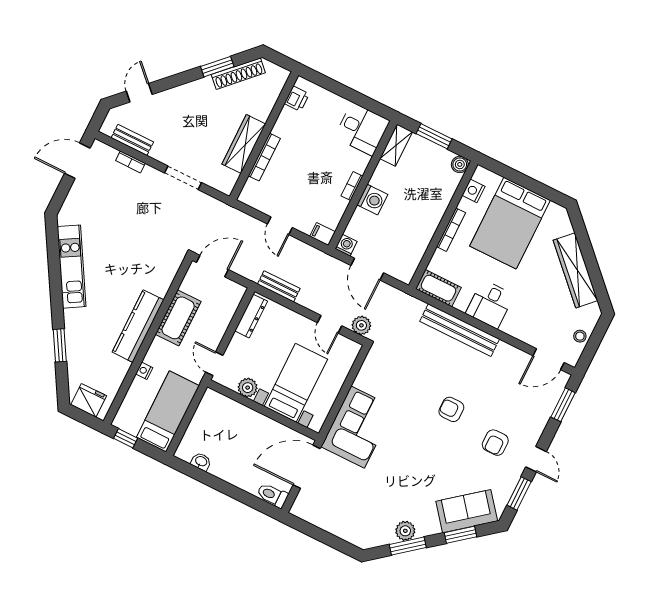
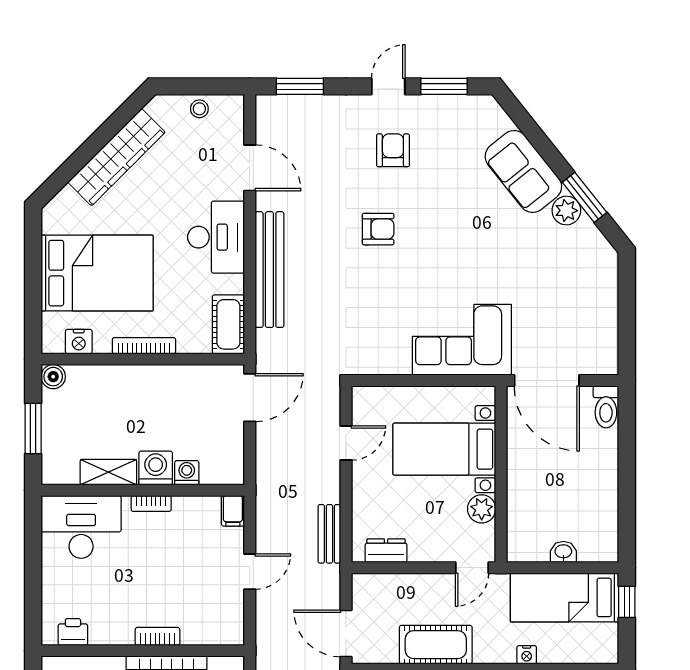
desk: (362, 129) -> (81, 527), width x1.37
shelving: (396, 145) -> (108, 472), moved
bookcase: (264, 157) -> (158, 636), width x0.64
washing machine: (346, 245) -> (187, 473), moved, turned 90
door: (367, 269) -> (250, 398), moved
desk: (490, 304) -> (216, 237), width x1.37
dresser: (251, 316) -> (386, 551), width x0.70
plant: (361, 325) -> (327, 401), removed
door: (549, 359) -> (250, 168), moved
armchair: (451, 409) -> (378, 229), turned -90
window: (126, 438) -> (627, 602), moved
armchair: (495, 443) -> (393, 150), turned -90
washbasin: (201, 462) -> (563, 552), moved, turned 90
sofa: (467, 511) -> (523, 171), moved
window: (461, 535) -> (536, 136), removed

